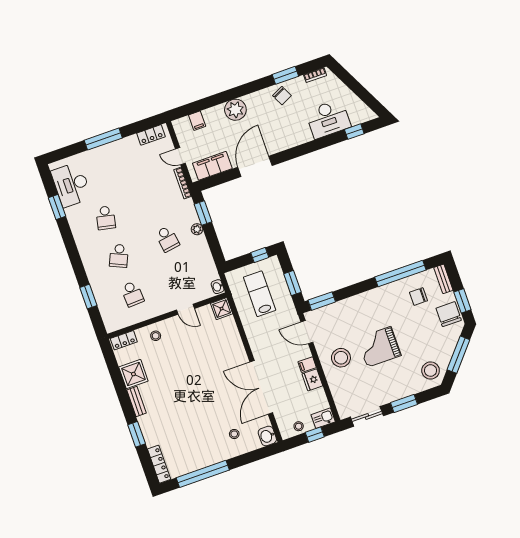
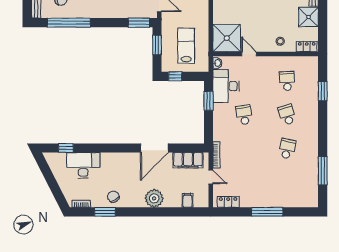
desk: (71, 185) -> (226, 86), moved, turned 180
window: (57, 207) -> (323, 171), width x1.44
window: (203, 213) -> (209, 101), moved
plant: (197, 229) -> (218, 114), removed
school desk: (119, 256) -> (287, 115), turned -42
lab bench: (260, 294) -> (186, 46), turned 180
shower: (222, 309) -> (227, 38), width x1.86, depth x1.86

